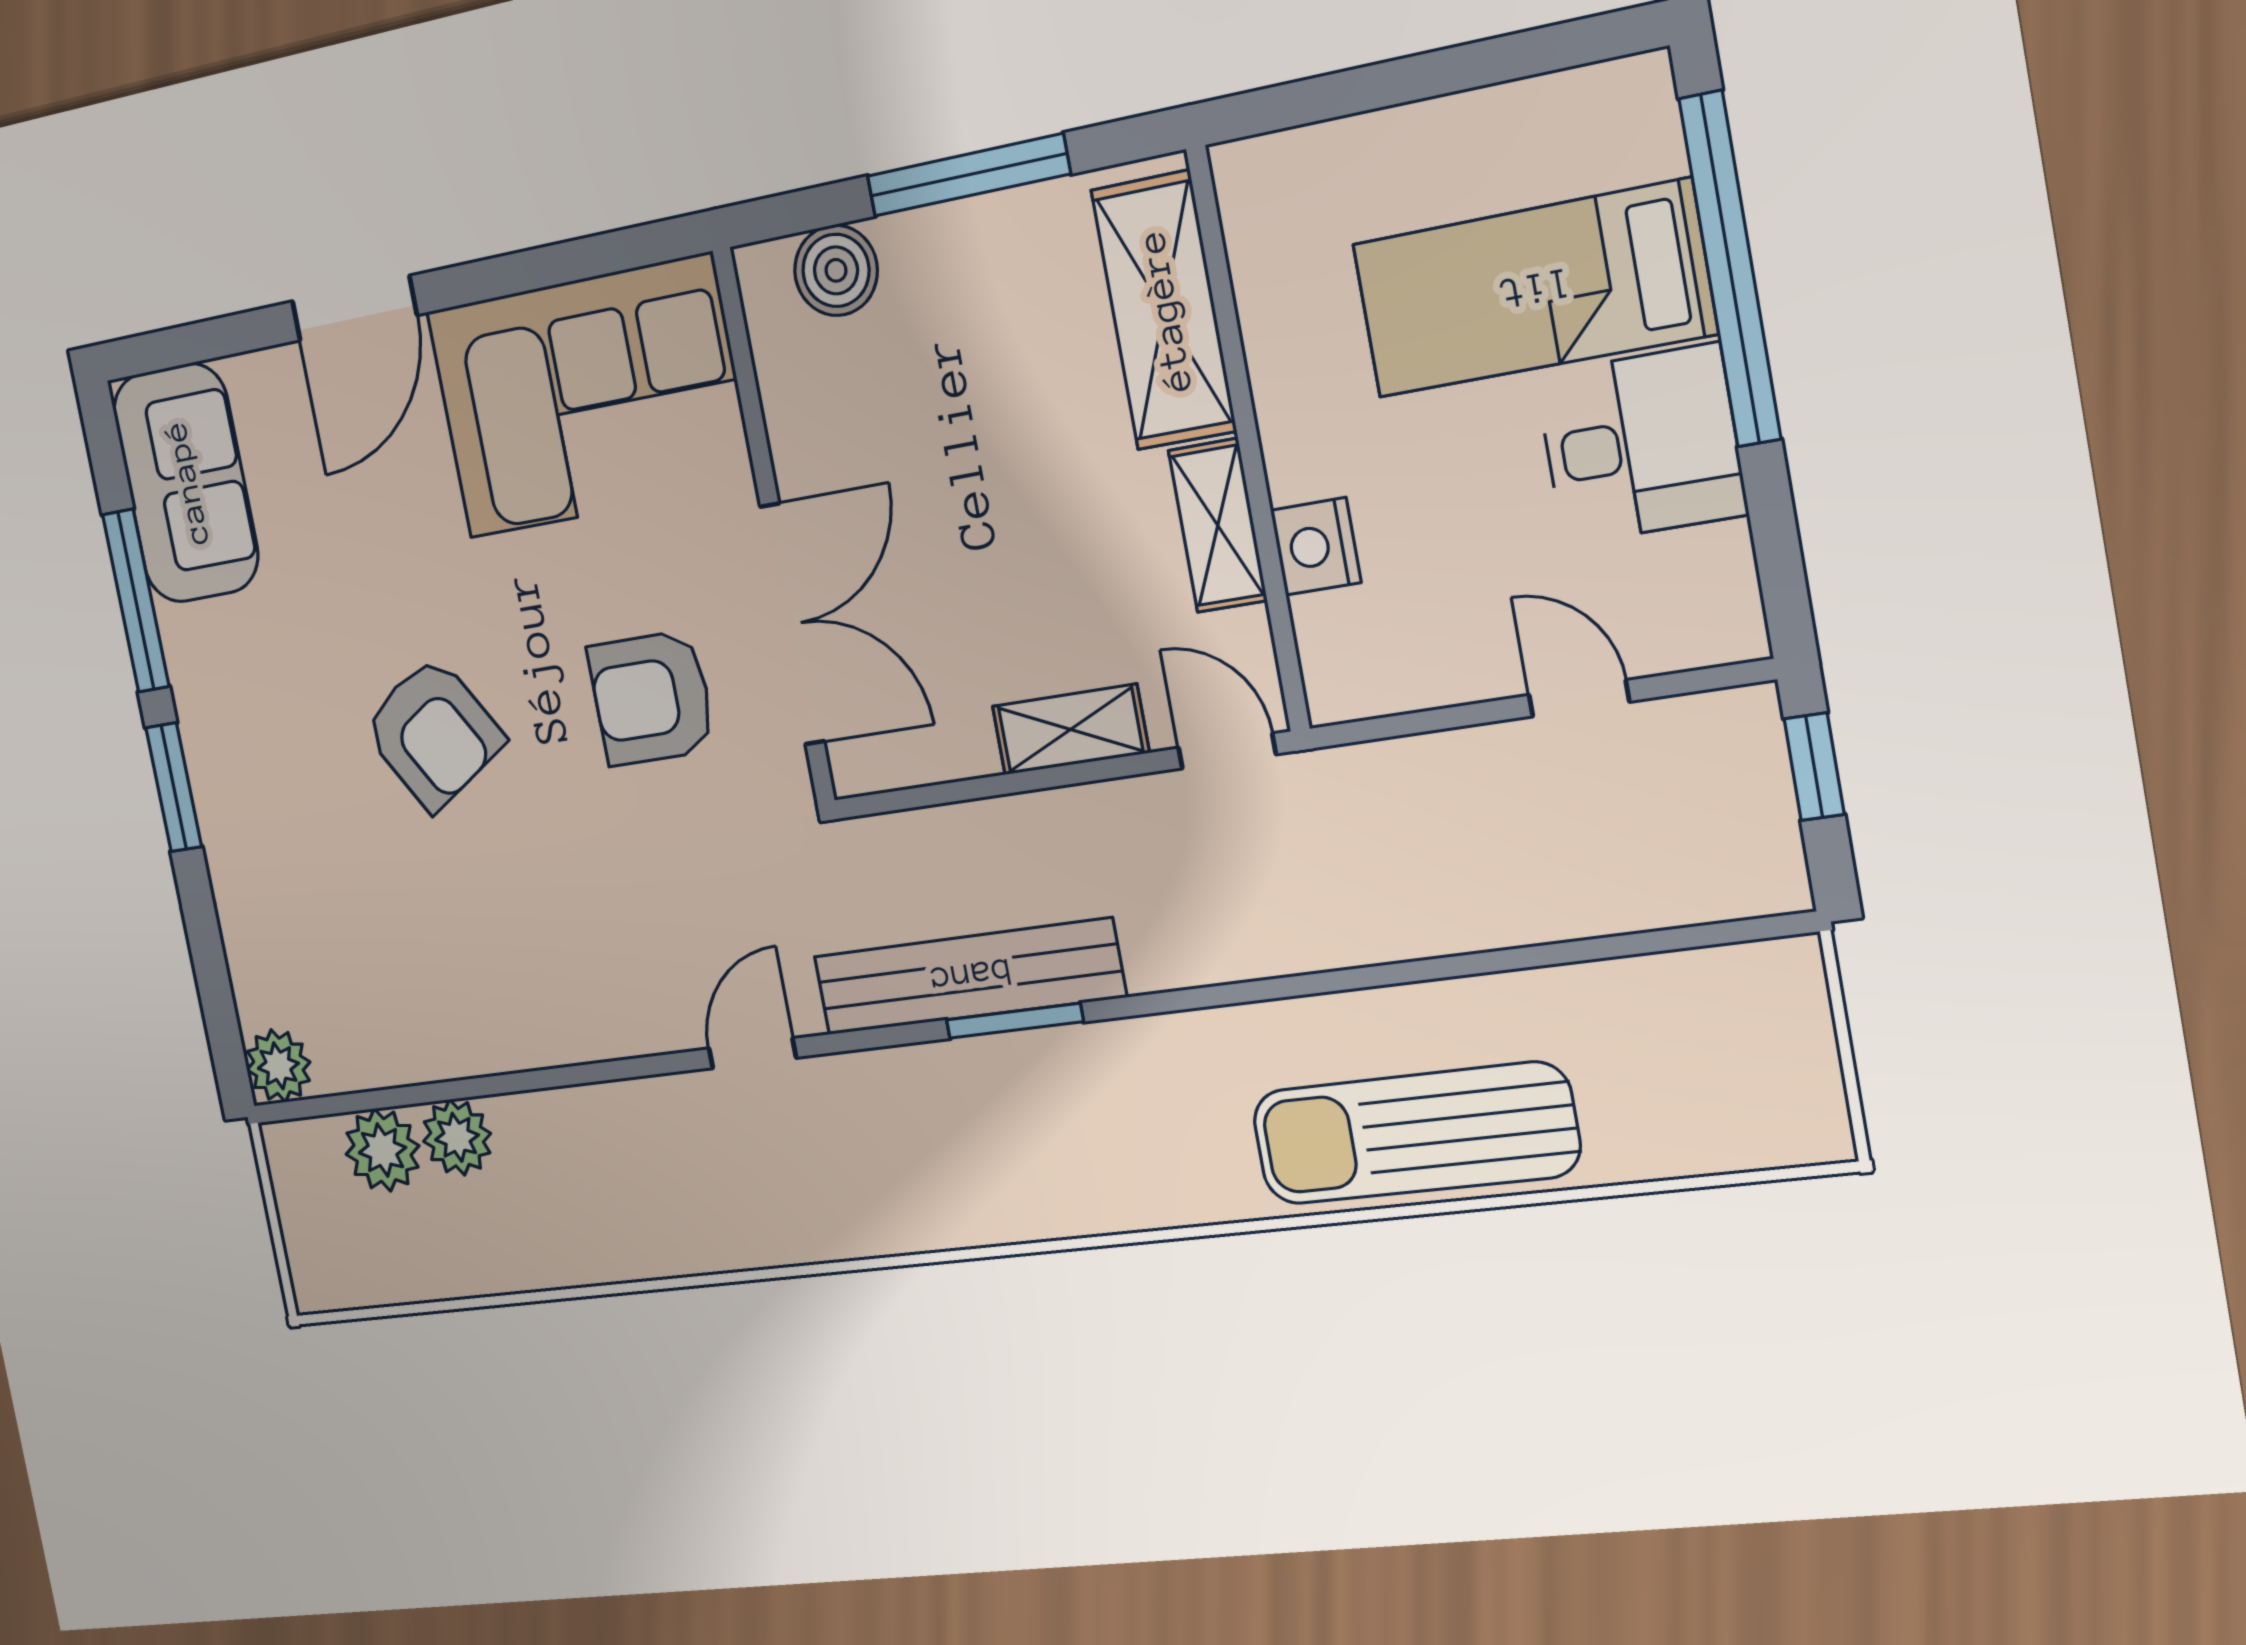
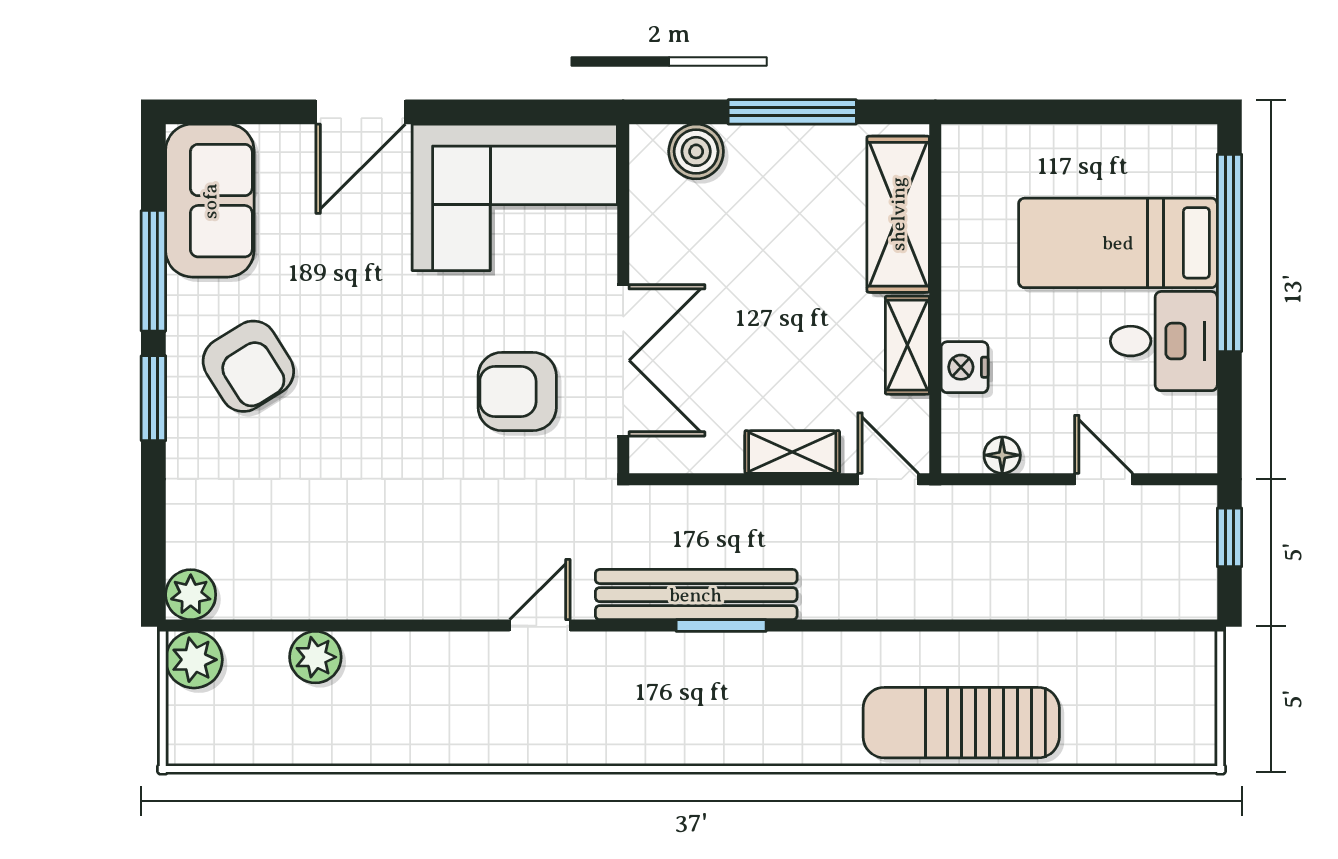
floor lamp: (1403, 683) -> (1002, 455), added
armchair: (433, 733) -> (248, 366), moved
plant: (382, 1150) -> (194, 660), moved

